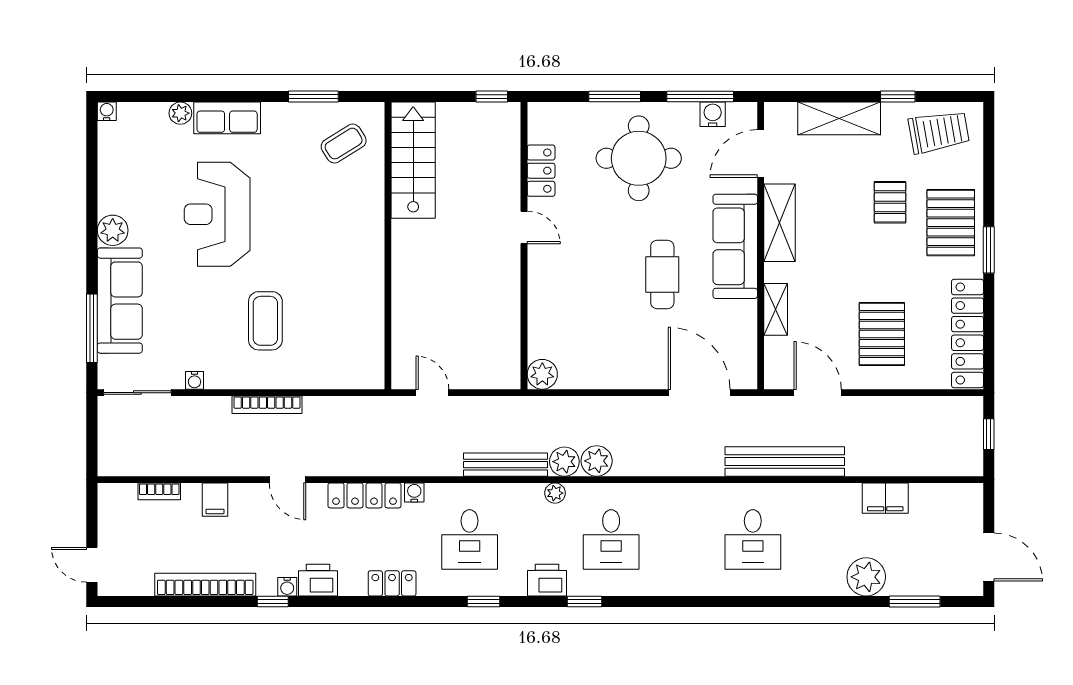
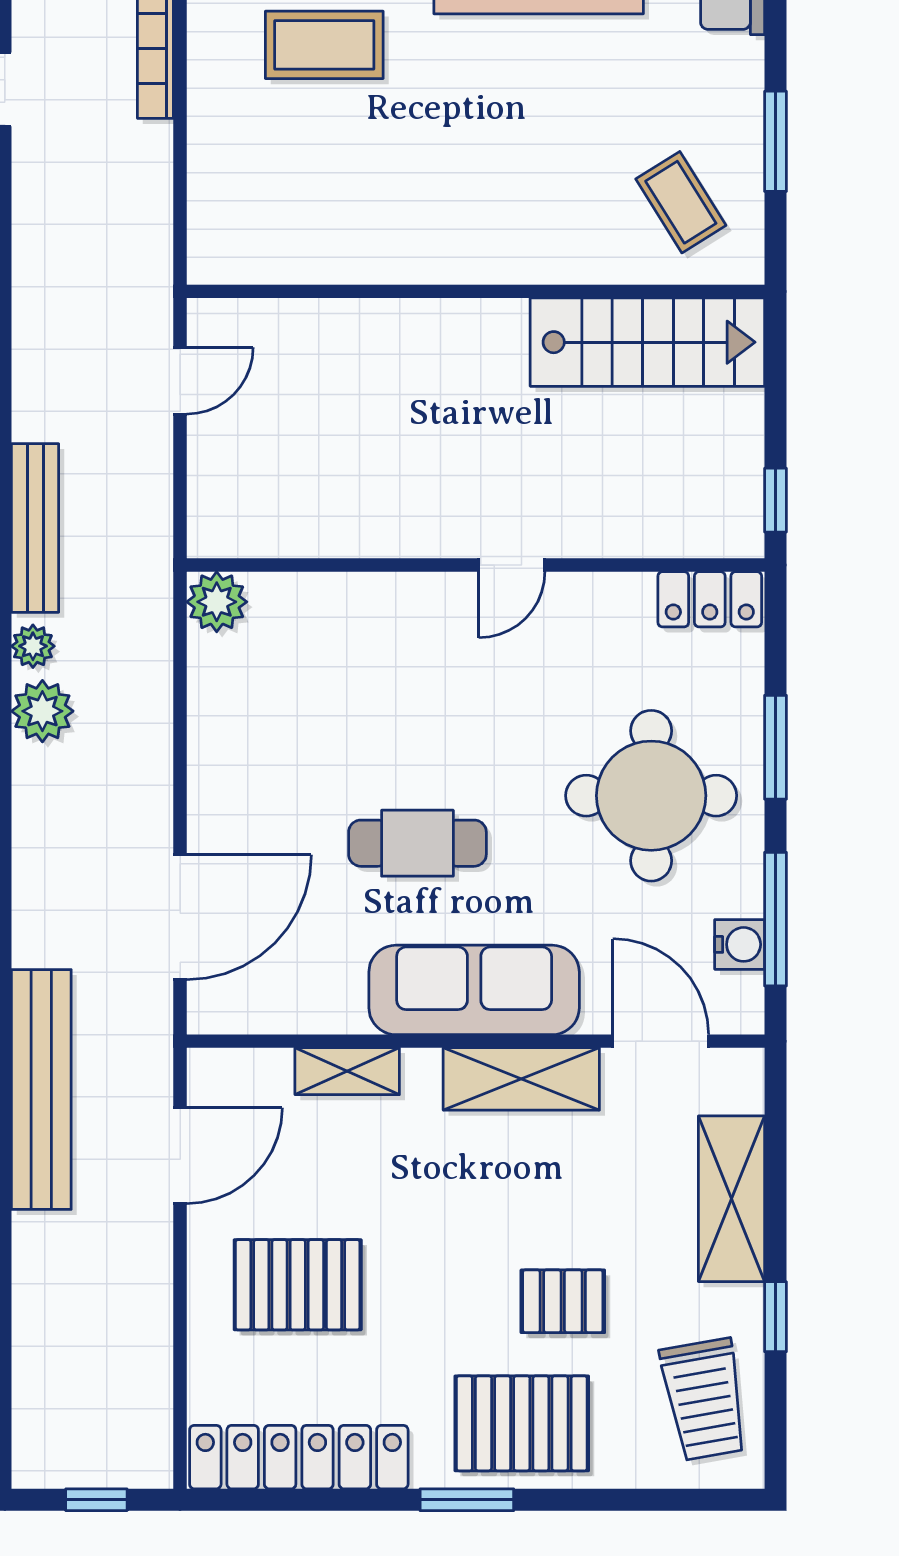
locker: (541, 171) -> (710, 599), moved
plant: (564, 462) -> (33, 646), width x0.73, depth x0.73

